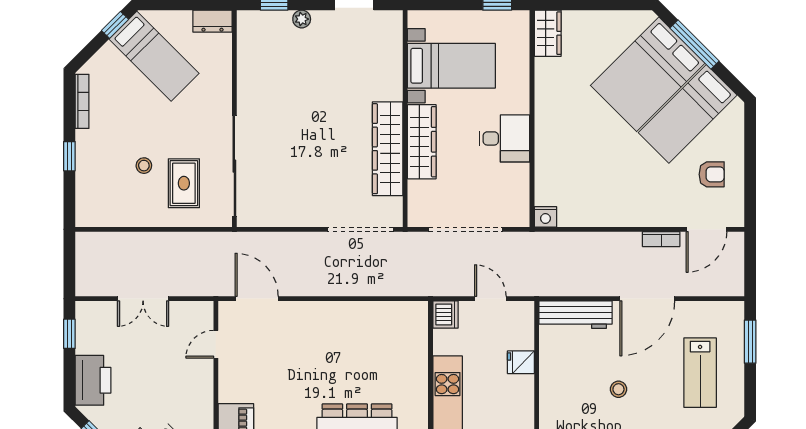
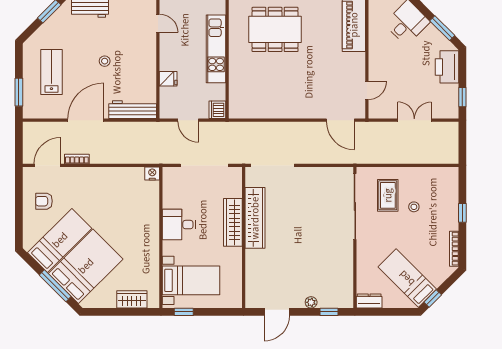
wardrobe: (548, 33) -> (132, 299), moved, turned 90
bed with nightstands: (451, 66) -> (191, 280), moved, turned 180

